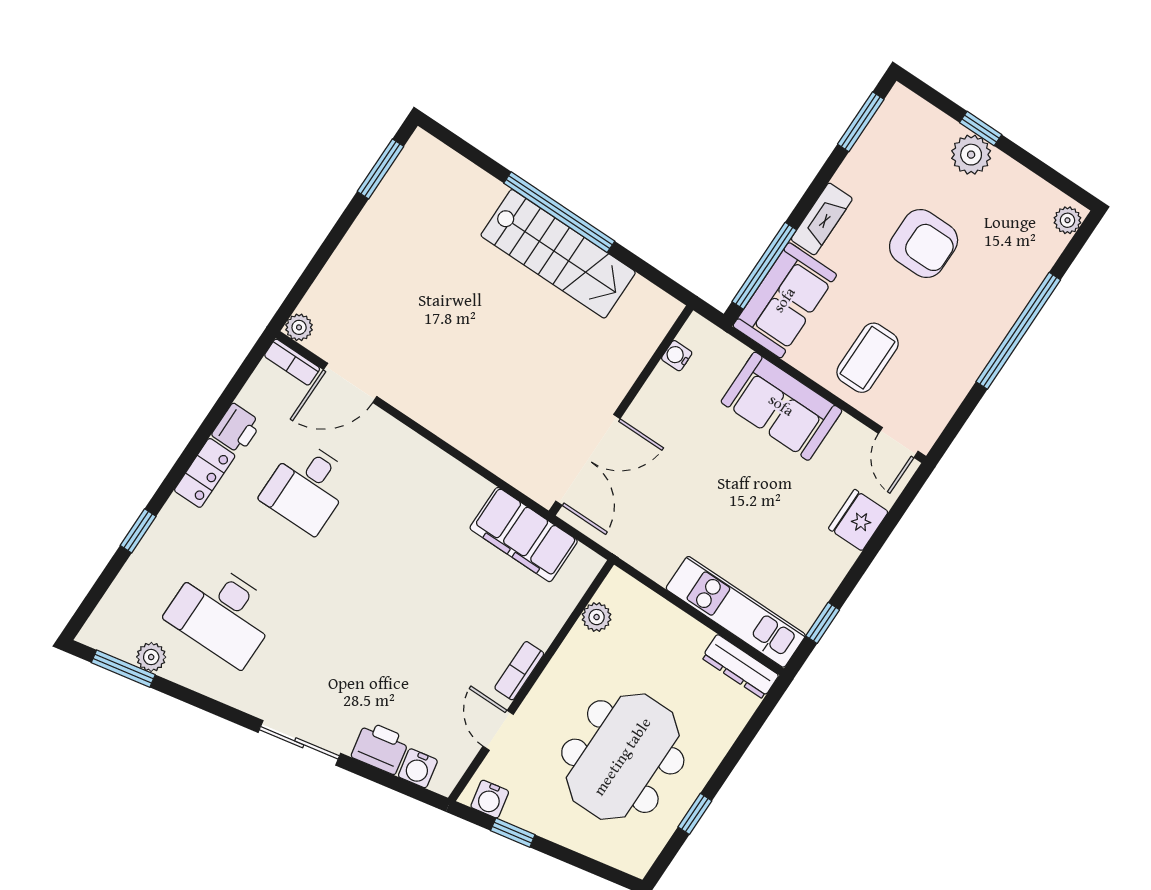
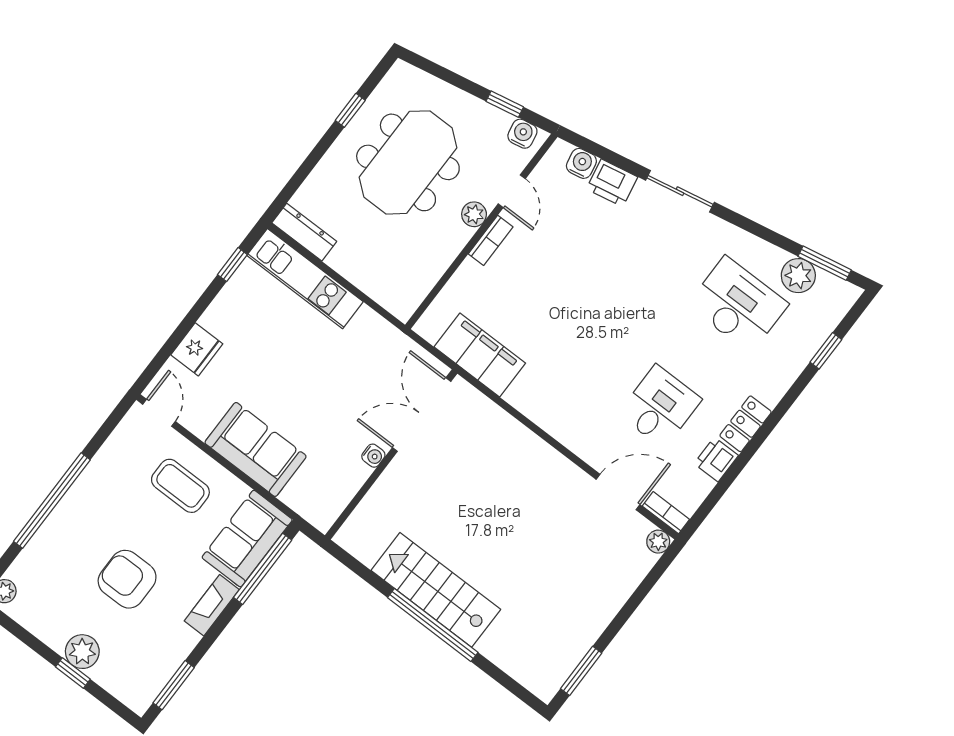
water cooler: (677, 356) -> (373, 456), moved
coffee table: (868, 358) -> (180, 486), turned 90
window: (138, 531) -> (826, 351), moved
plant: (597, 617) -> (474, 214), moved
plant: (151, 657) -> (798, 276), width x1.38, depth x1.38

